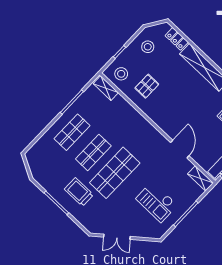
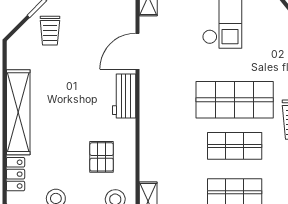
pallet: (147, 86) -> (102, 157), turned 90
workbench: (165, 123) -> (124, 96), added

